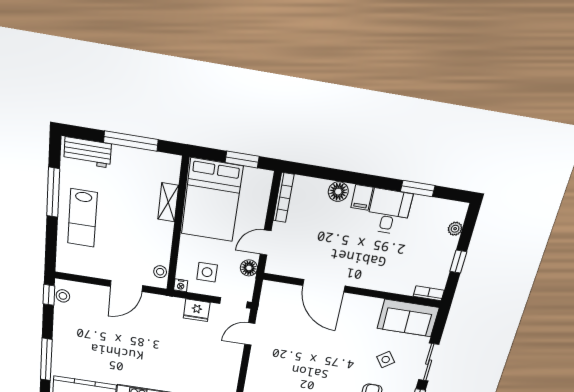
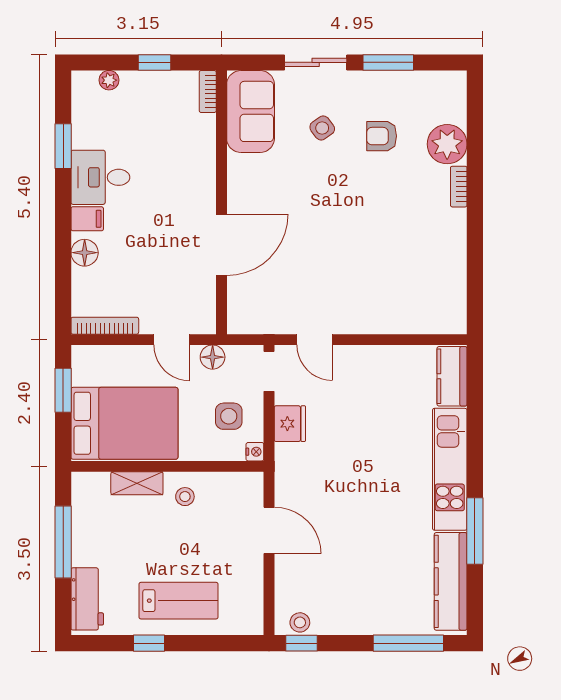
window: (53, 192) -> (149, 643), width x0.46
stool: (160, 272) -> (185, 497), moved

